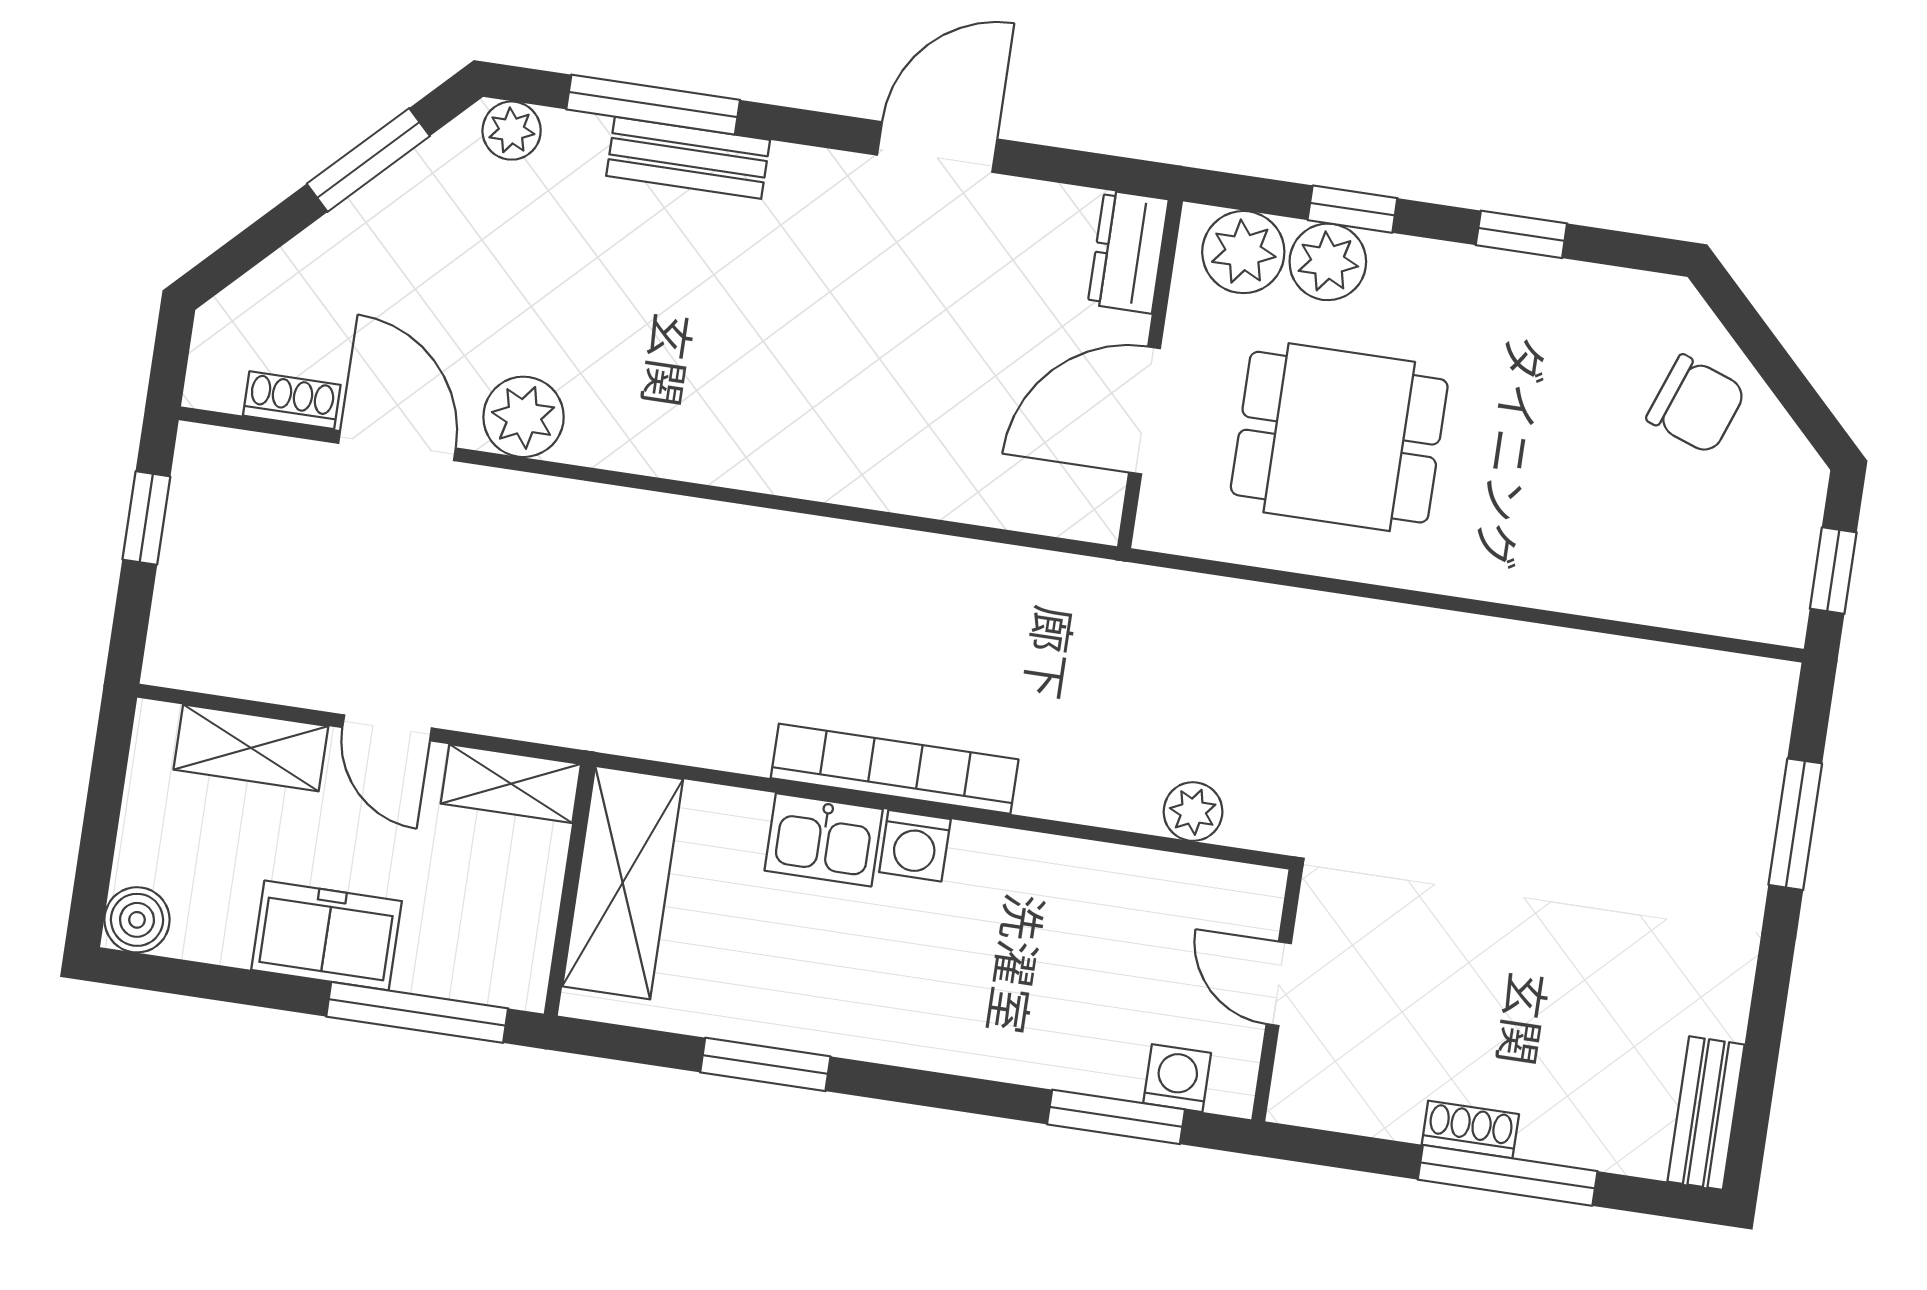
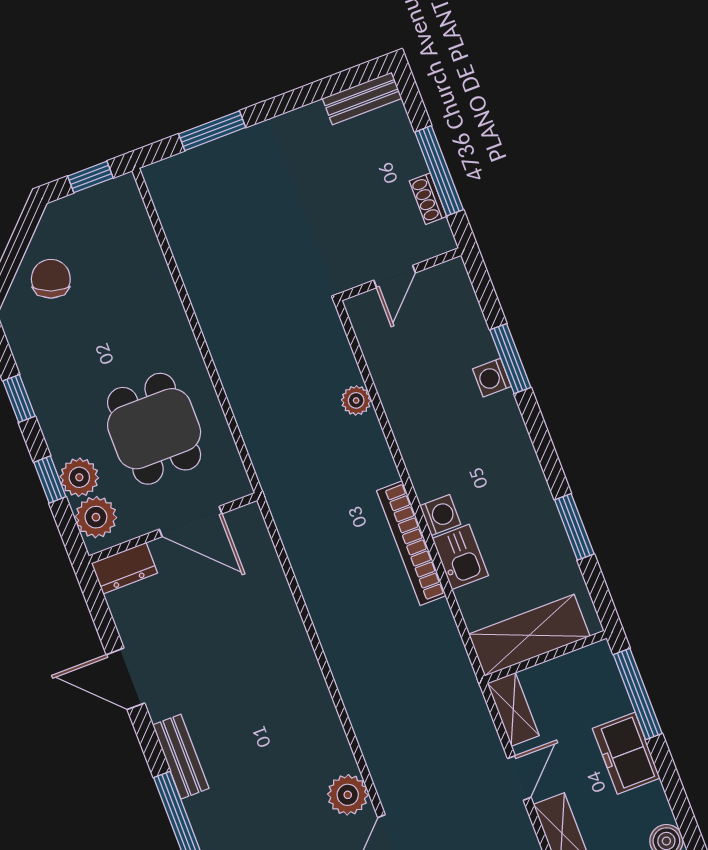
bench: (688, 158) -> (181, 757), moved
door: (1279, 984) -> (395, 276), moved
wall: (1277, 996) -> (400, 274), moved
washing machine: (1177, 1078) -> (492, 378), moved

